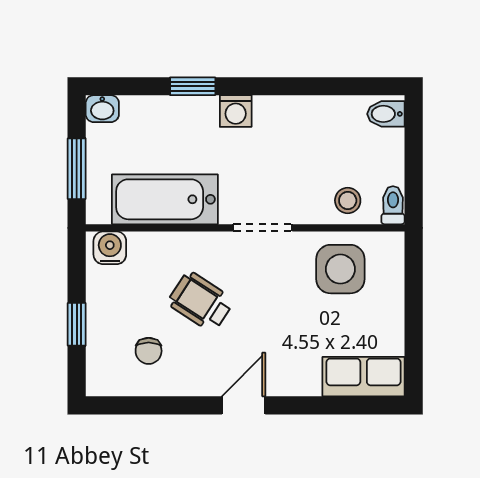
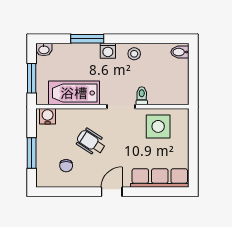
window: (193, 86) -> (87, 39), width x1.50
stool: (348, 200) -> (134, 54), moved
toilet: (393, 205) -> (142, 96), moved
window: (77, 324) -> (32, 153), width x1.50
row of seats: (364, 377) -> (160, 178), width x1.48

